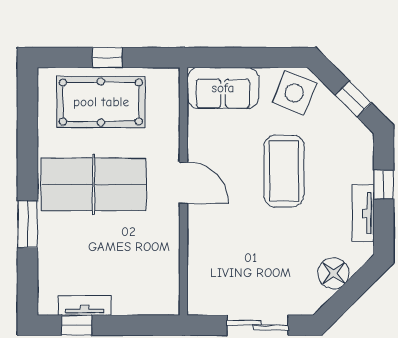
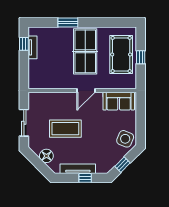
sofa: (223, 88) -> (119, 101), moved, turned -90
coffee table: (284, 171) -> (65, 129), moved
tv unit: (363, 213) -> (78, 169), width x1.41

